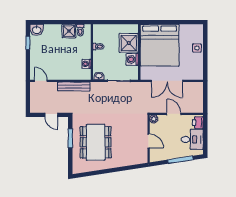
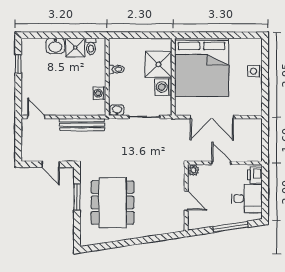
washbasin: (37, 30) -> (55, 46), moved

